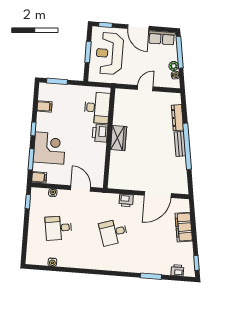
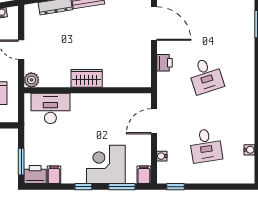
plant: (121, 94) -> (31, 80), added
printer: (100, 133) -> (35, 175), moved, turned 180

